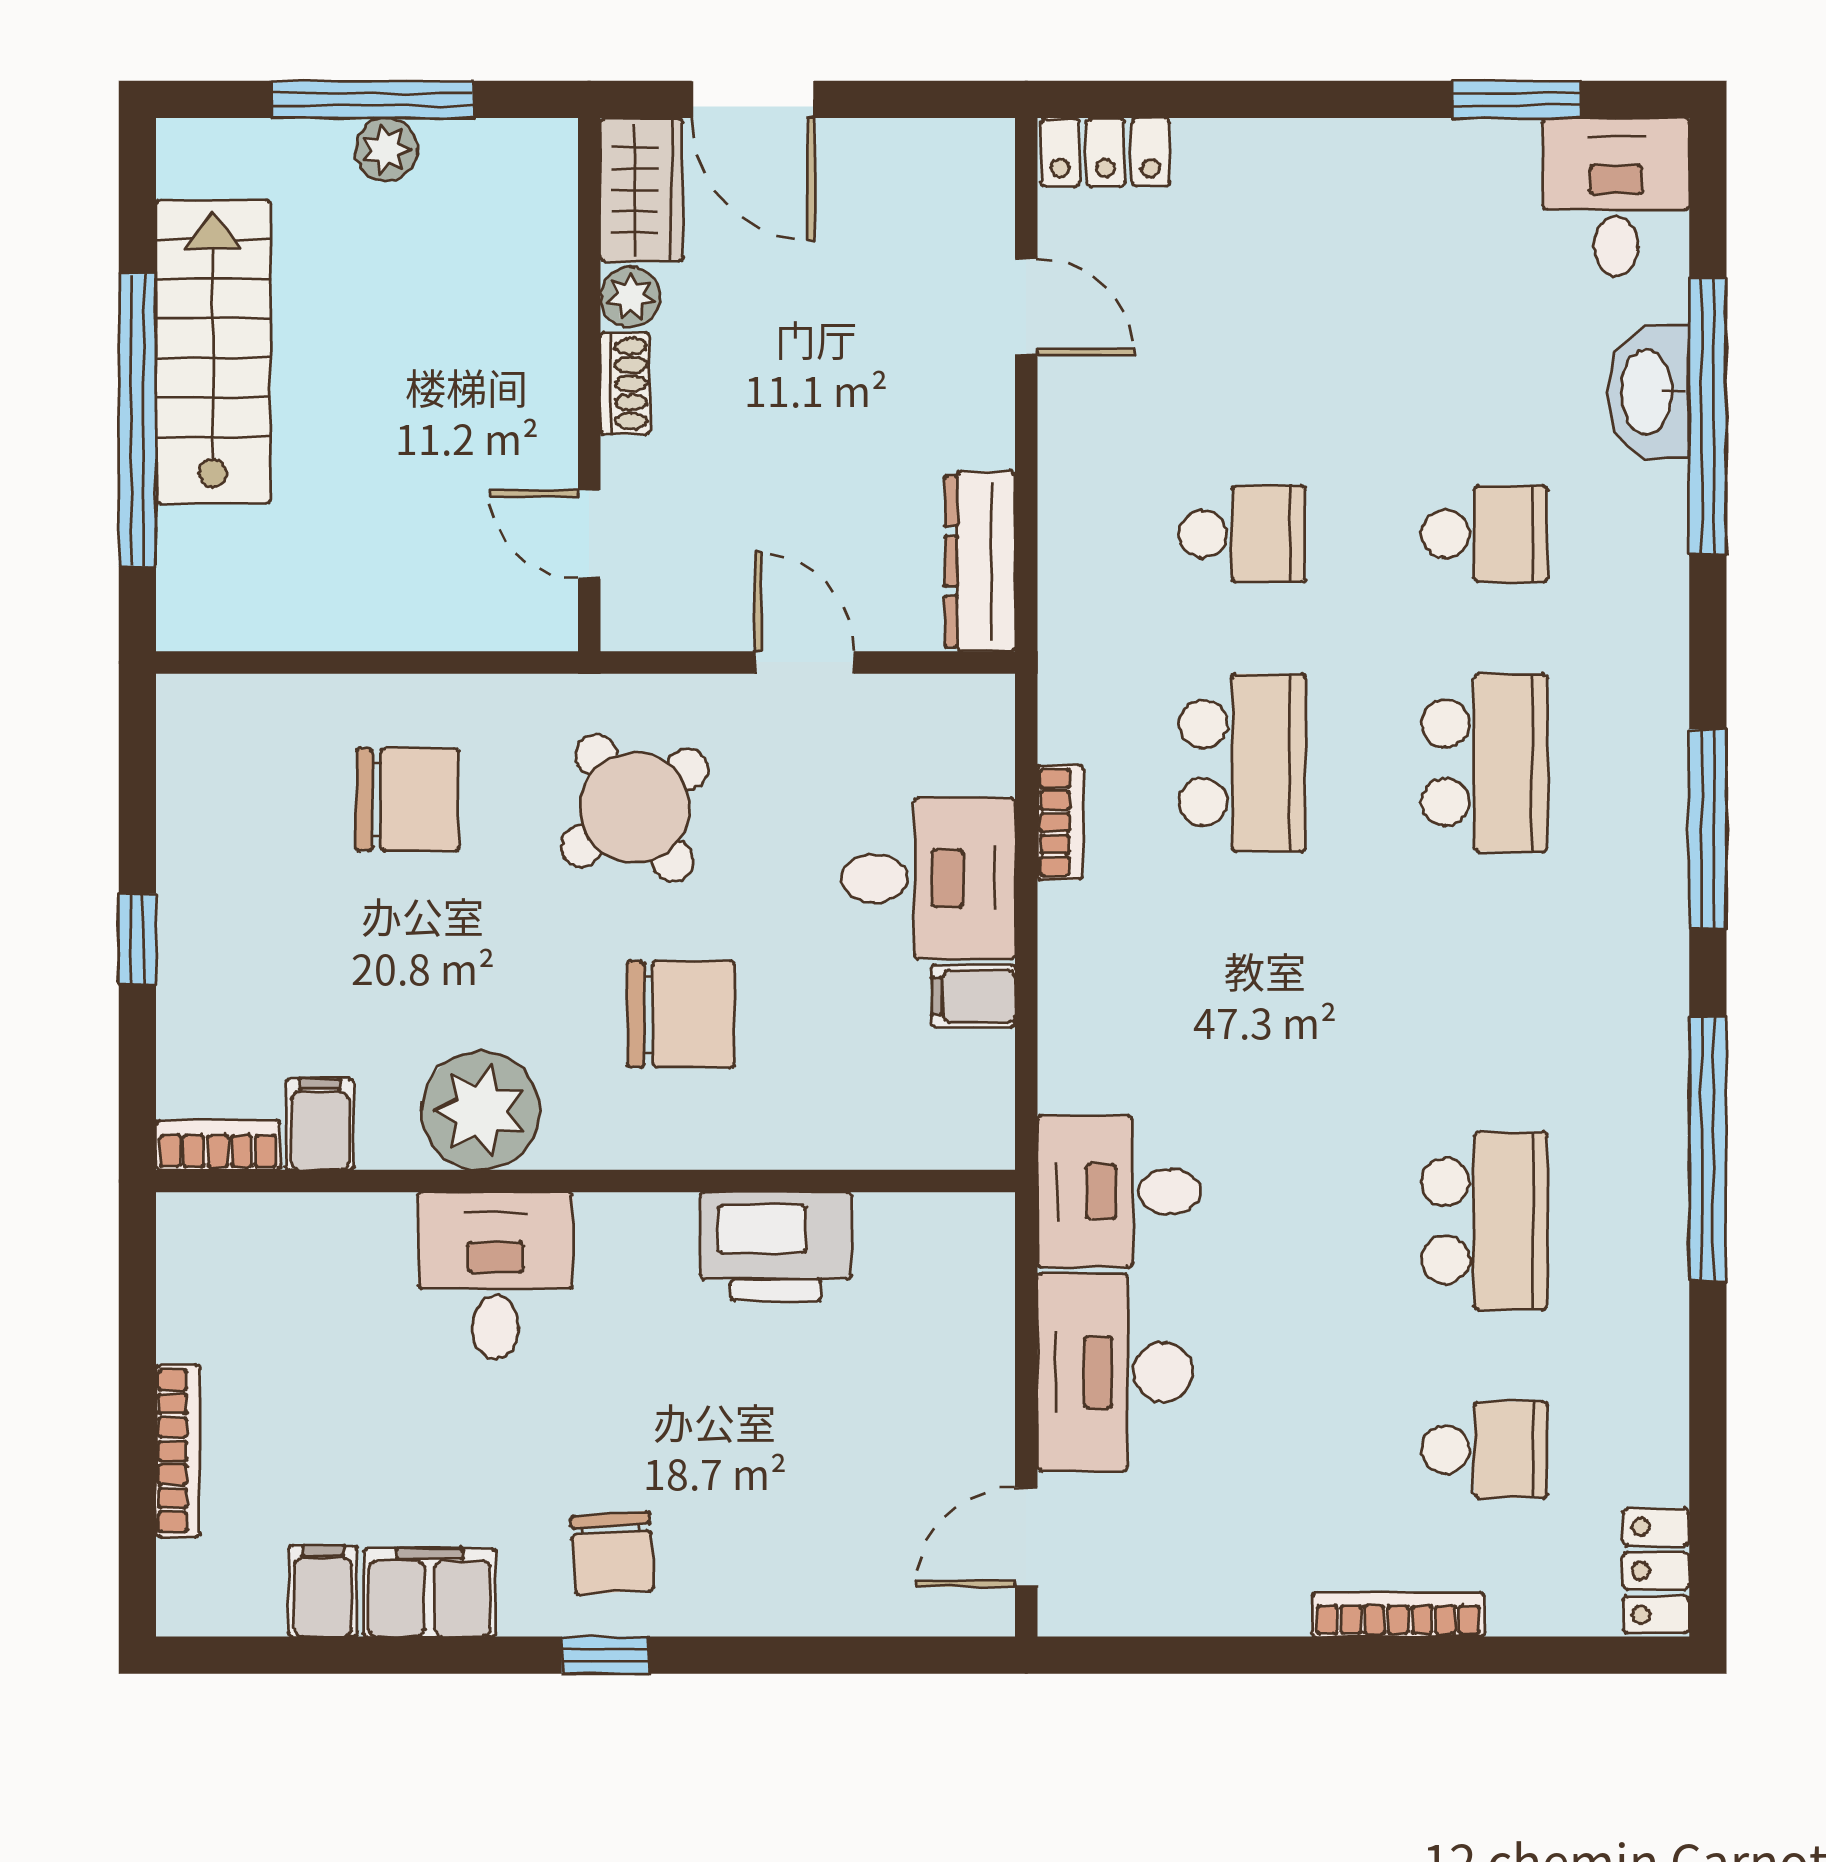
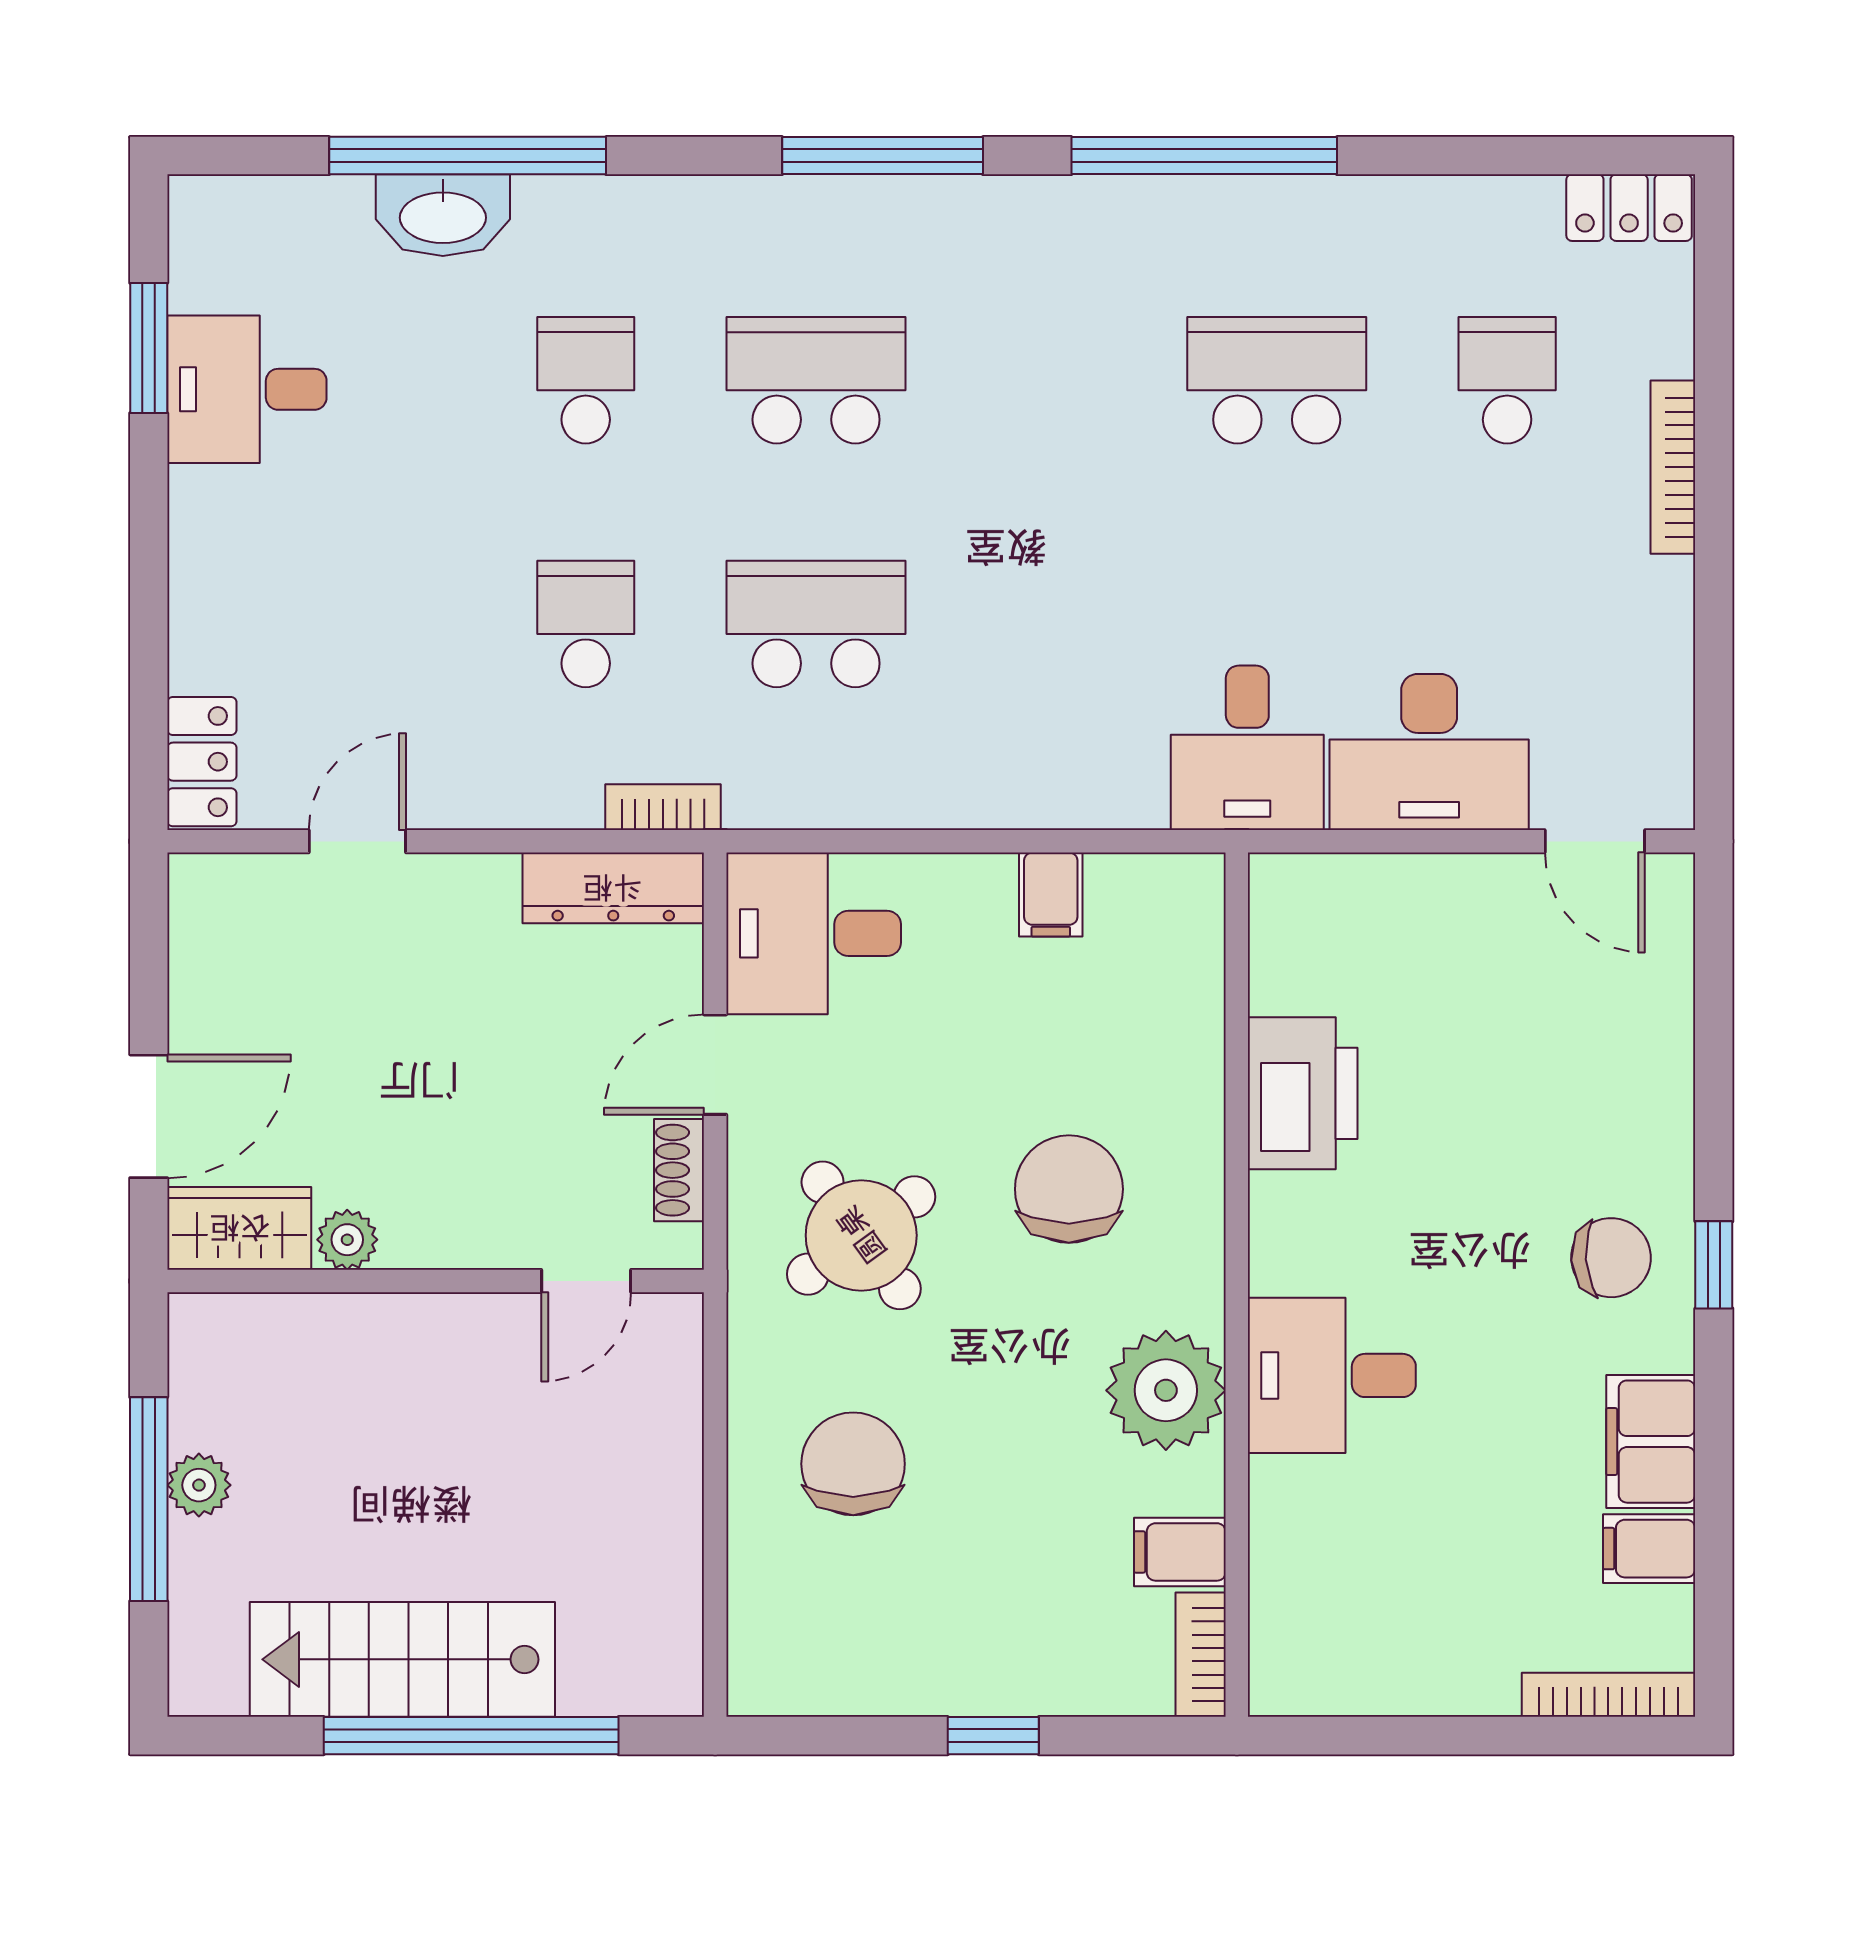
desk: (1616, 197) -> (247, 389), moved
shoe rack: (625, 384) -> (679, 1170), moved, turned -90
bookcase: (1060, 822) -> (663, 807), moved
desk: (928, 878) -> (814, 933), moved, turned -90
bookcase: (178, 1451) -> (1608, 1695), moved

